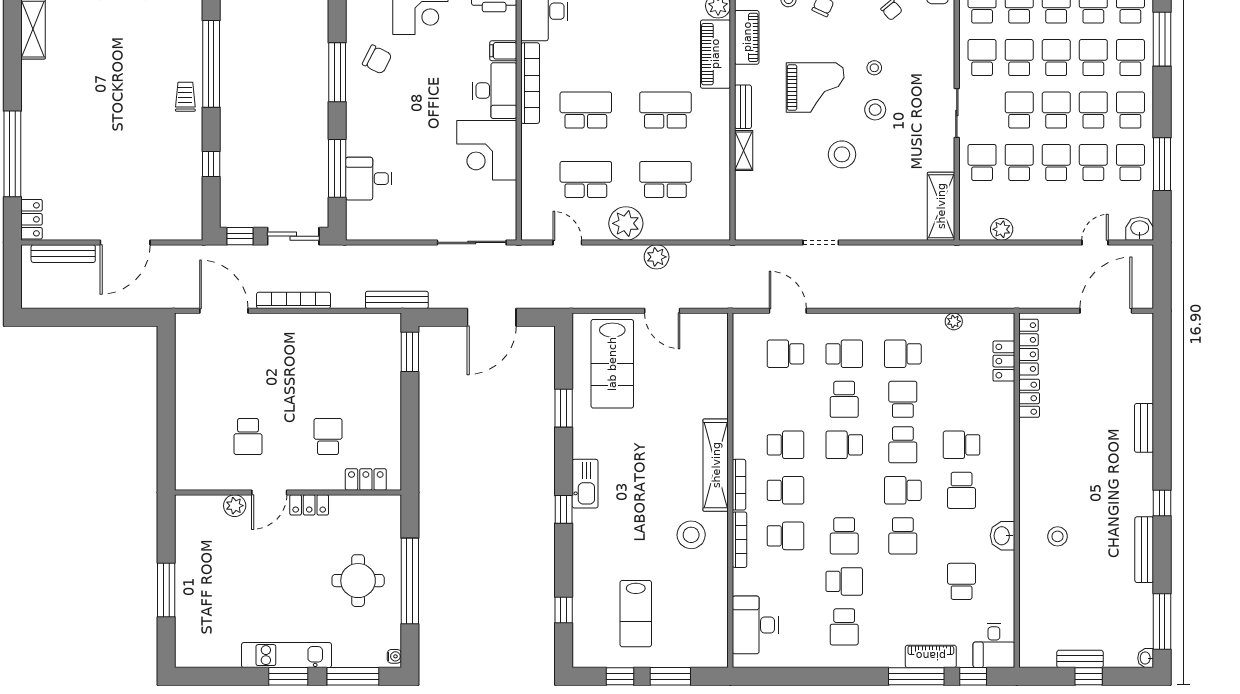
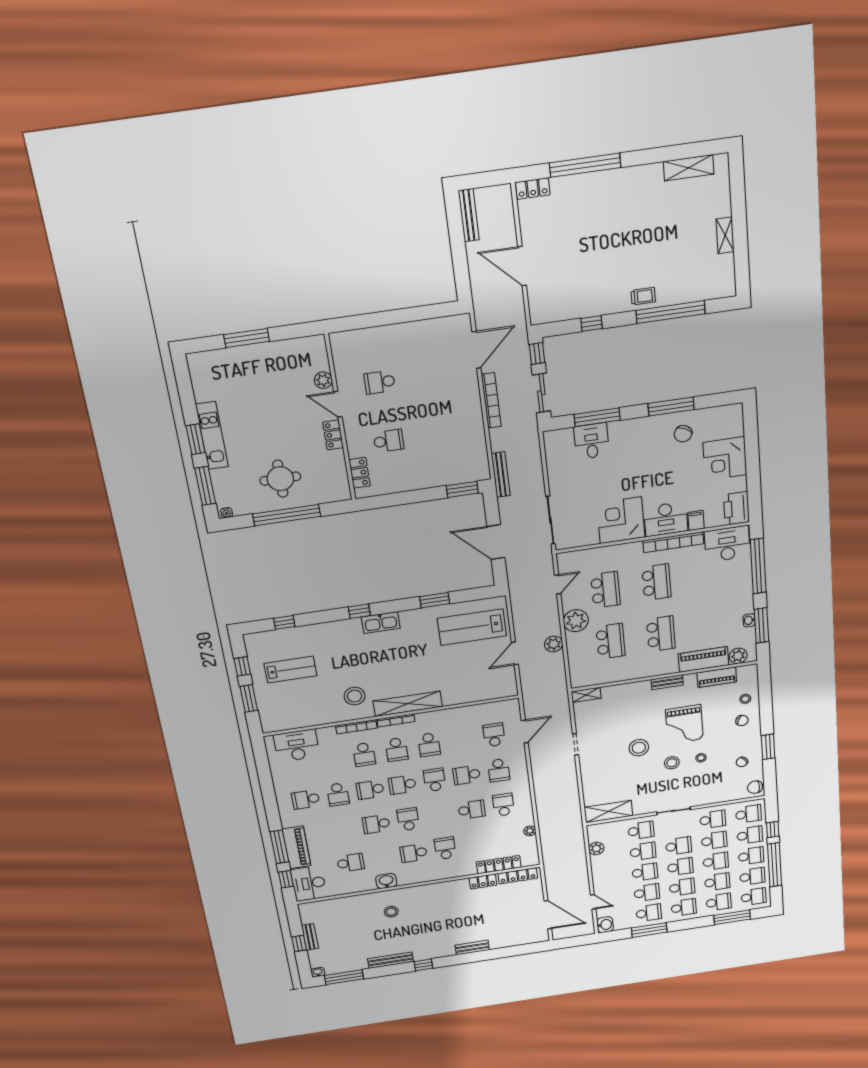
shelving: (744, 151) -> (586, 695), moved
bench: (63, 254) -> (469, 215), moved
locker: (1004, 361) -> (499, 865), width x1.53
school desk: (903, 445) -> (402, 785), moved
lab bench: (636, 614) -> (290, 670), turned 180
desk: (994, 645) -> (309, 883), width x1.37
piano: (931, 656) -> (296, 847), width x1.37, depth x1.33

